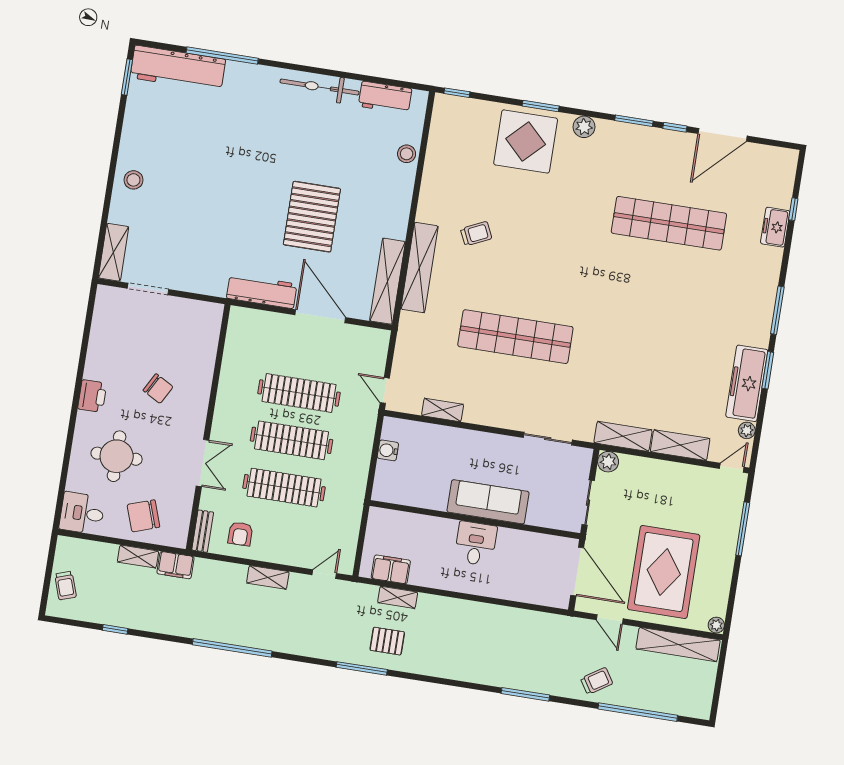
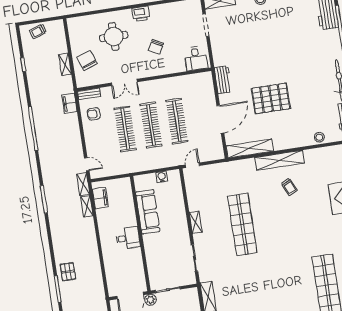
shelving: (419, 268) -> (280, 160), moved
workbench: (262, 291) -> (223, 80), width x0.73
shelving: (443, 410) -> (196, 222), moved
plant: (608, 462) -> (150, 300), moved
sofa: (488, 502) -> (148, 212), moved
desk: (82, 513) -> (196, 58), moved, turned 180
filing cabinet: (176, 565) -> (69, 103), moved
shelving: (268, 577) -> (83, 184), moved
pallet: (387, 641) -> (68, 272), moved

